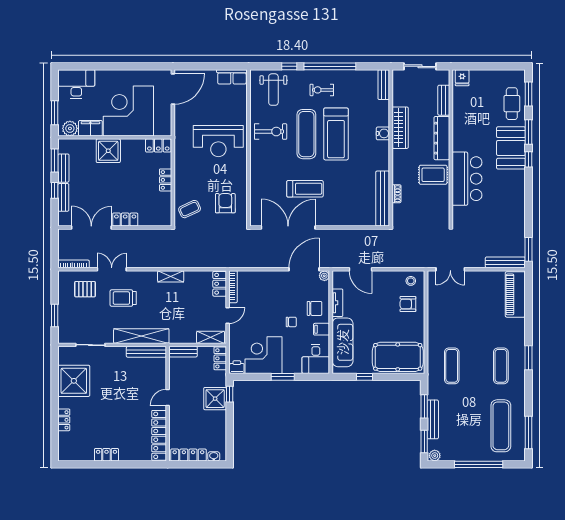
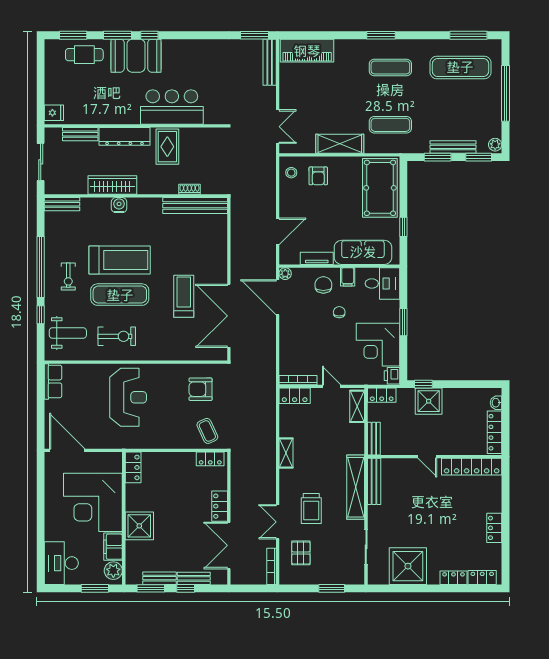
exercise bike: (271, 132) -> (117, 336), turned 90
locker: (166, 180) -> (210, 459), moved
shelving: (436, 322) -> (340, 144), added
locker: (64, 444) -> (482, 577), added

